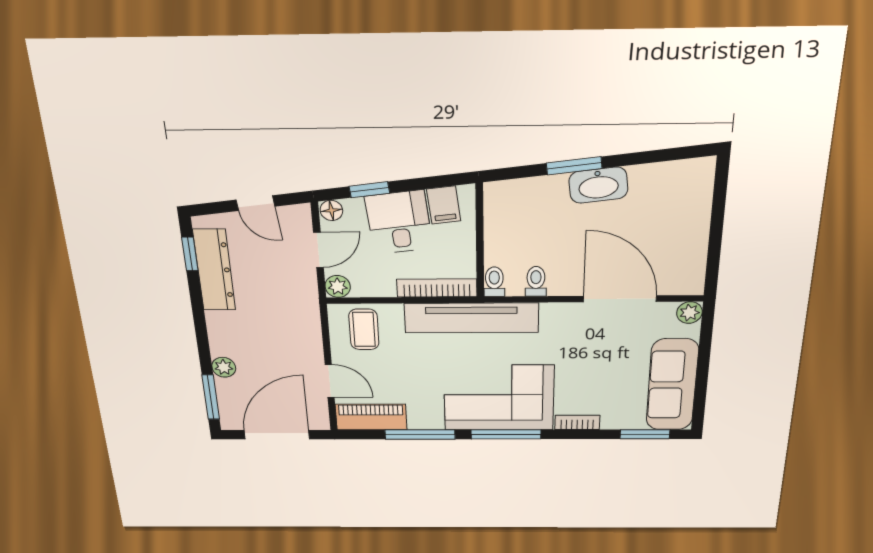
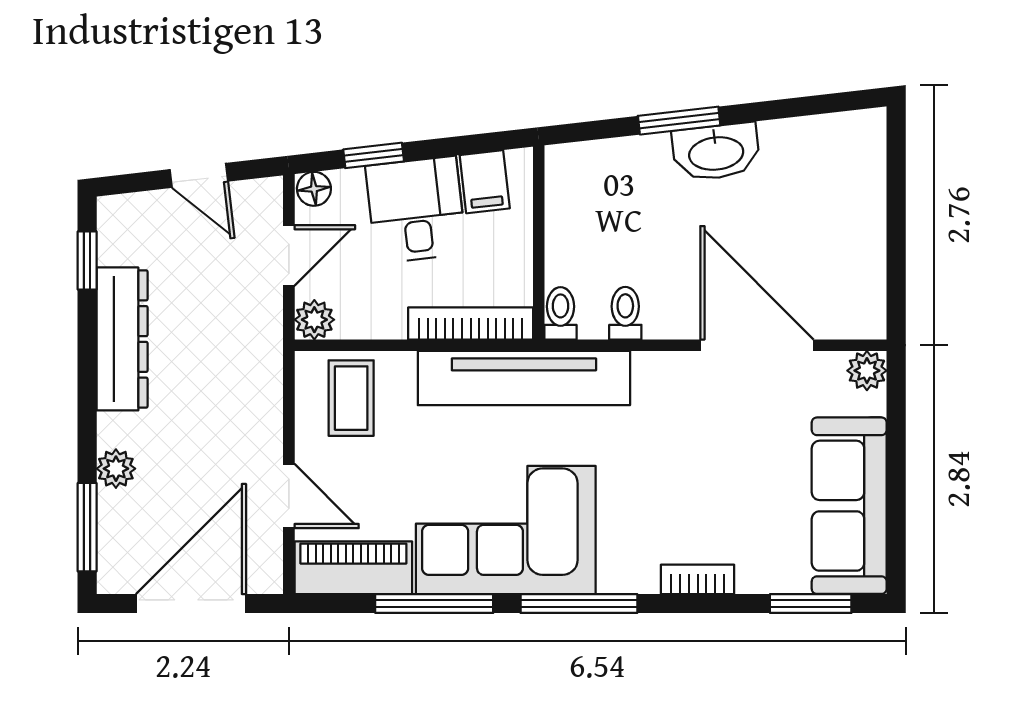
dresser: (214, 270) -> (122, 339), moved
corner sofa: (499, 398) -> (506, 530), moved

